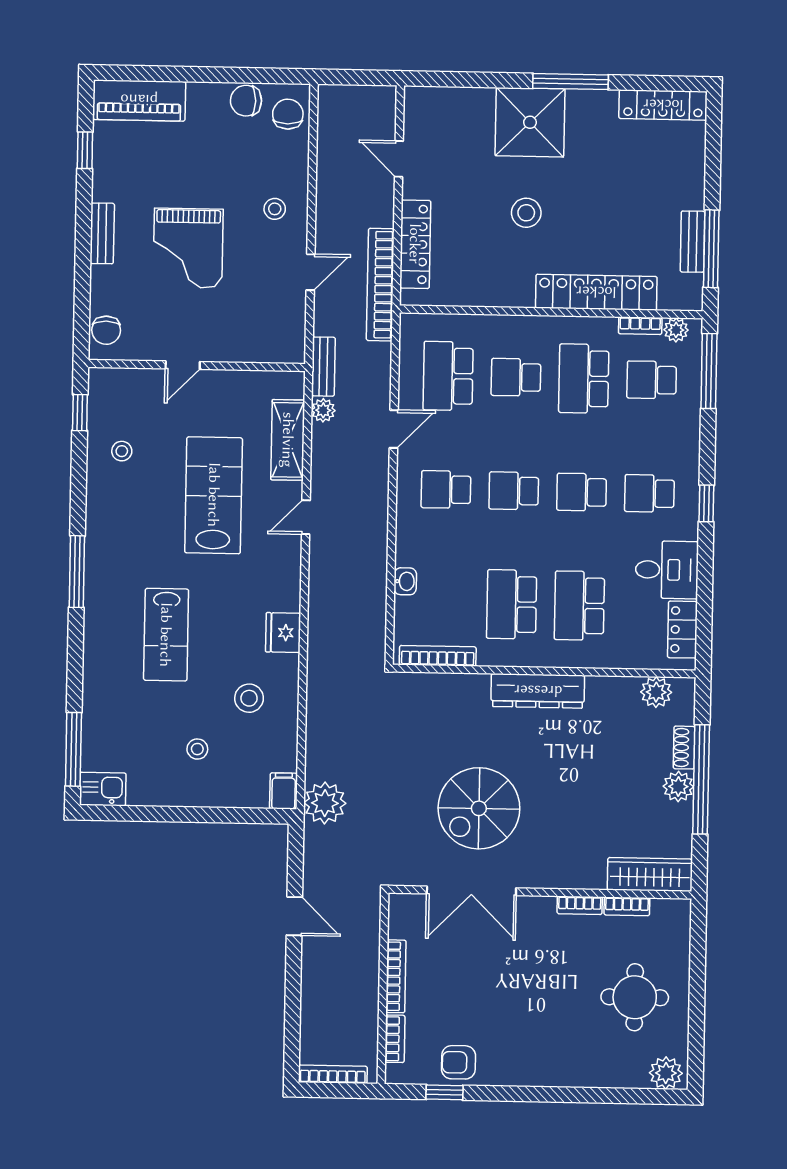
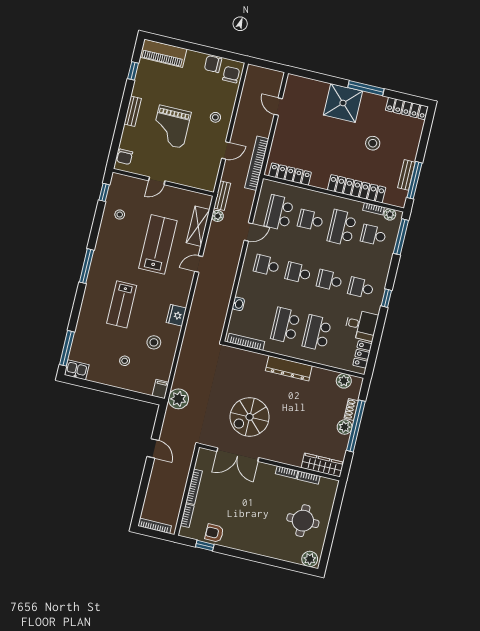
stool: (526, 213) -> (373, 143), moved
locker: (415, 244) -> (290, 174), moved, turned -90

